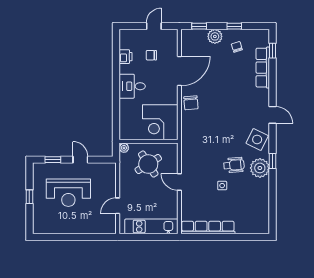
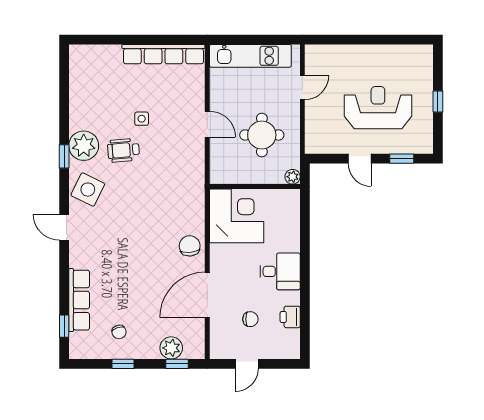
plant: (215, 36) -> (171, 348), moved
round table: (148, 164) -> (262, 135), moved, turned 32

